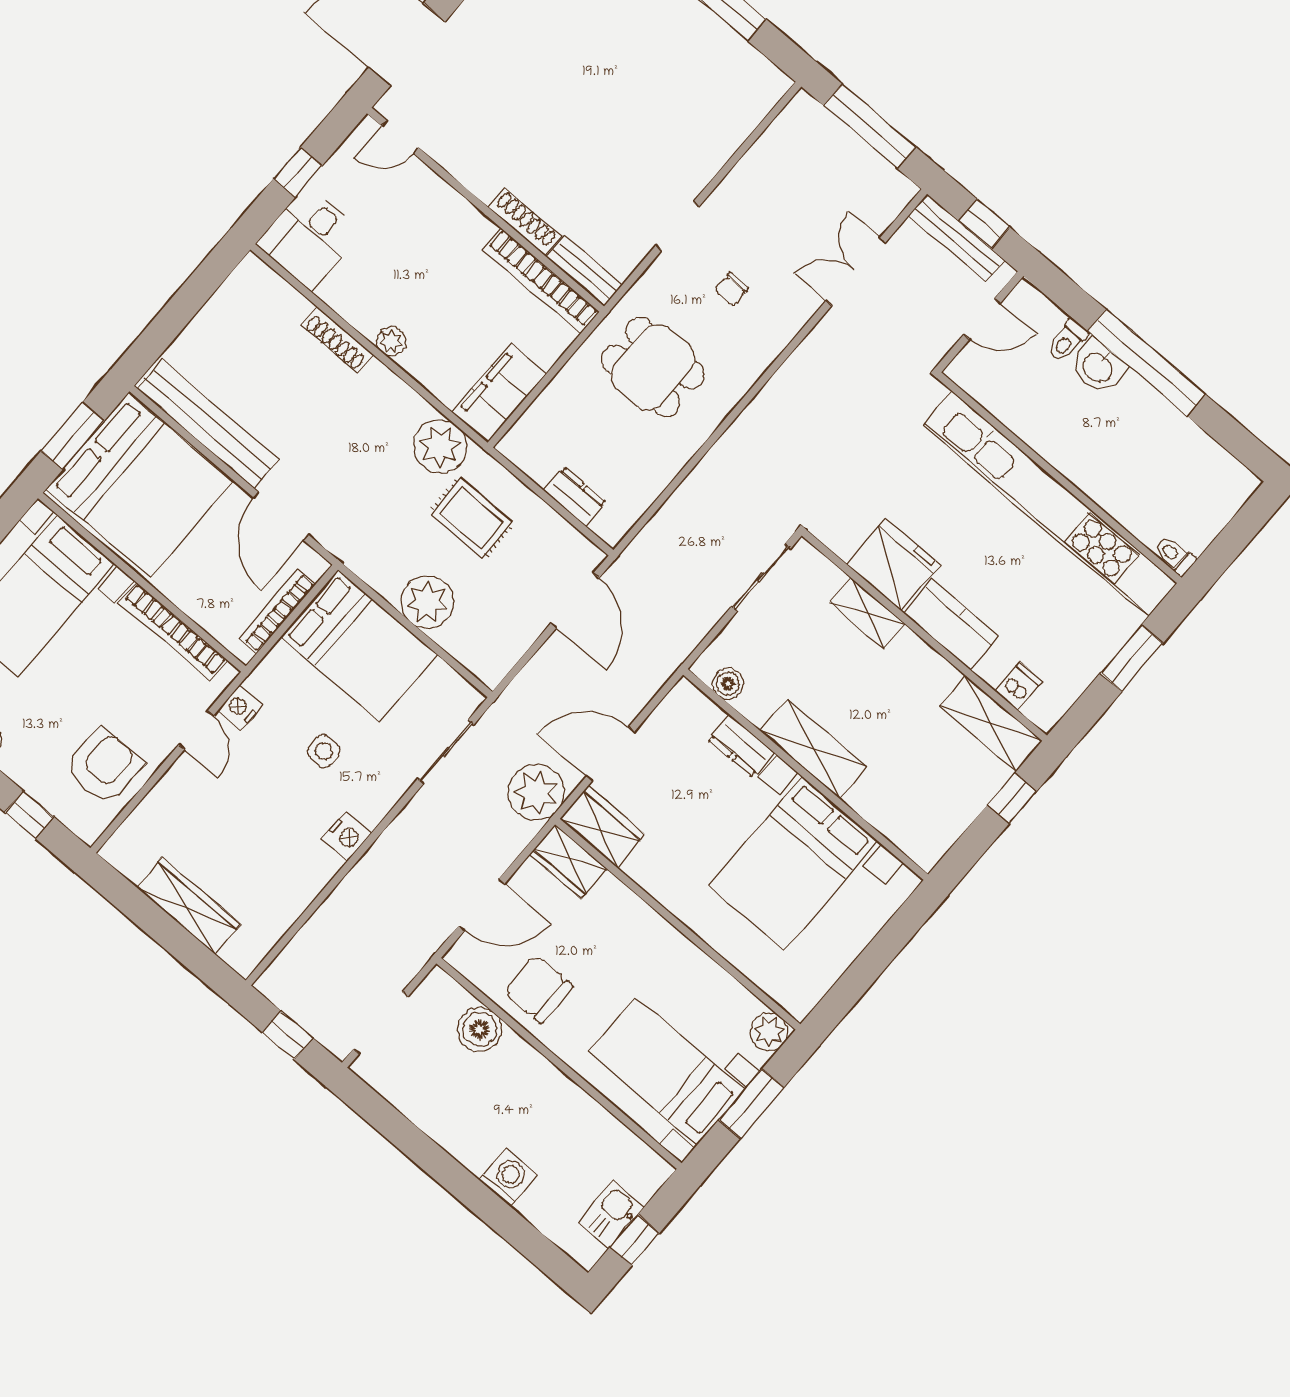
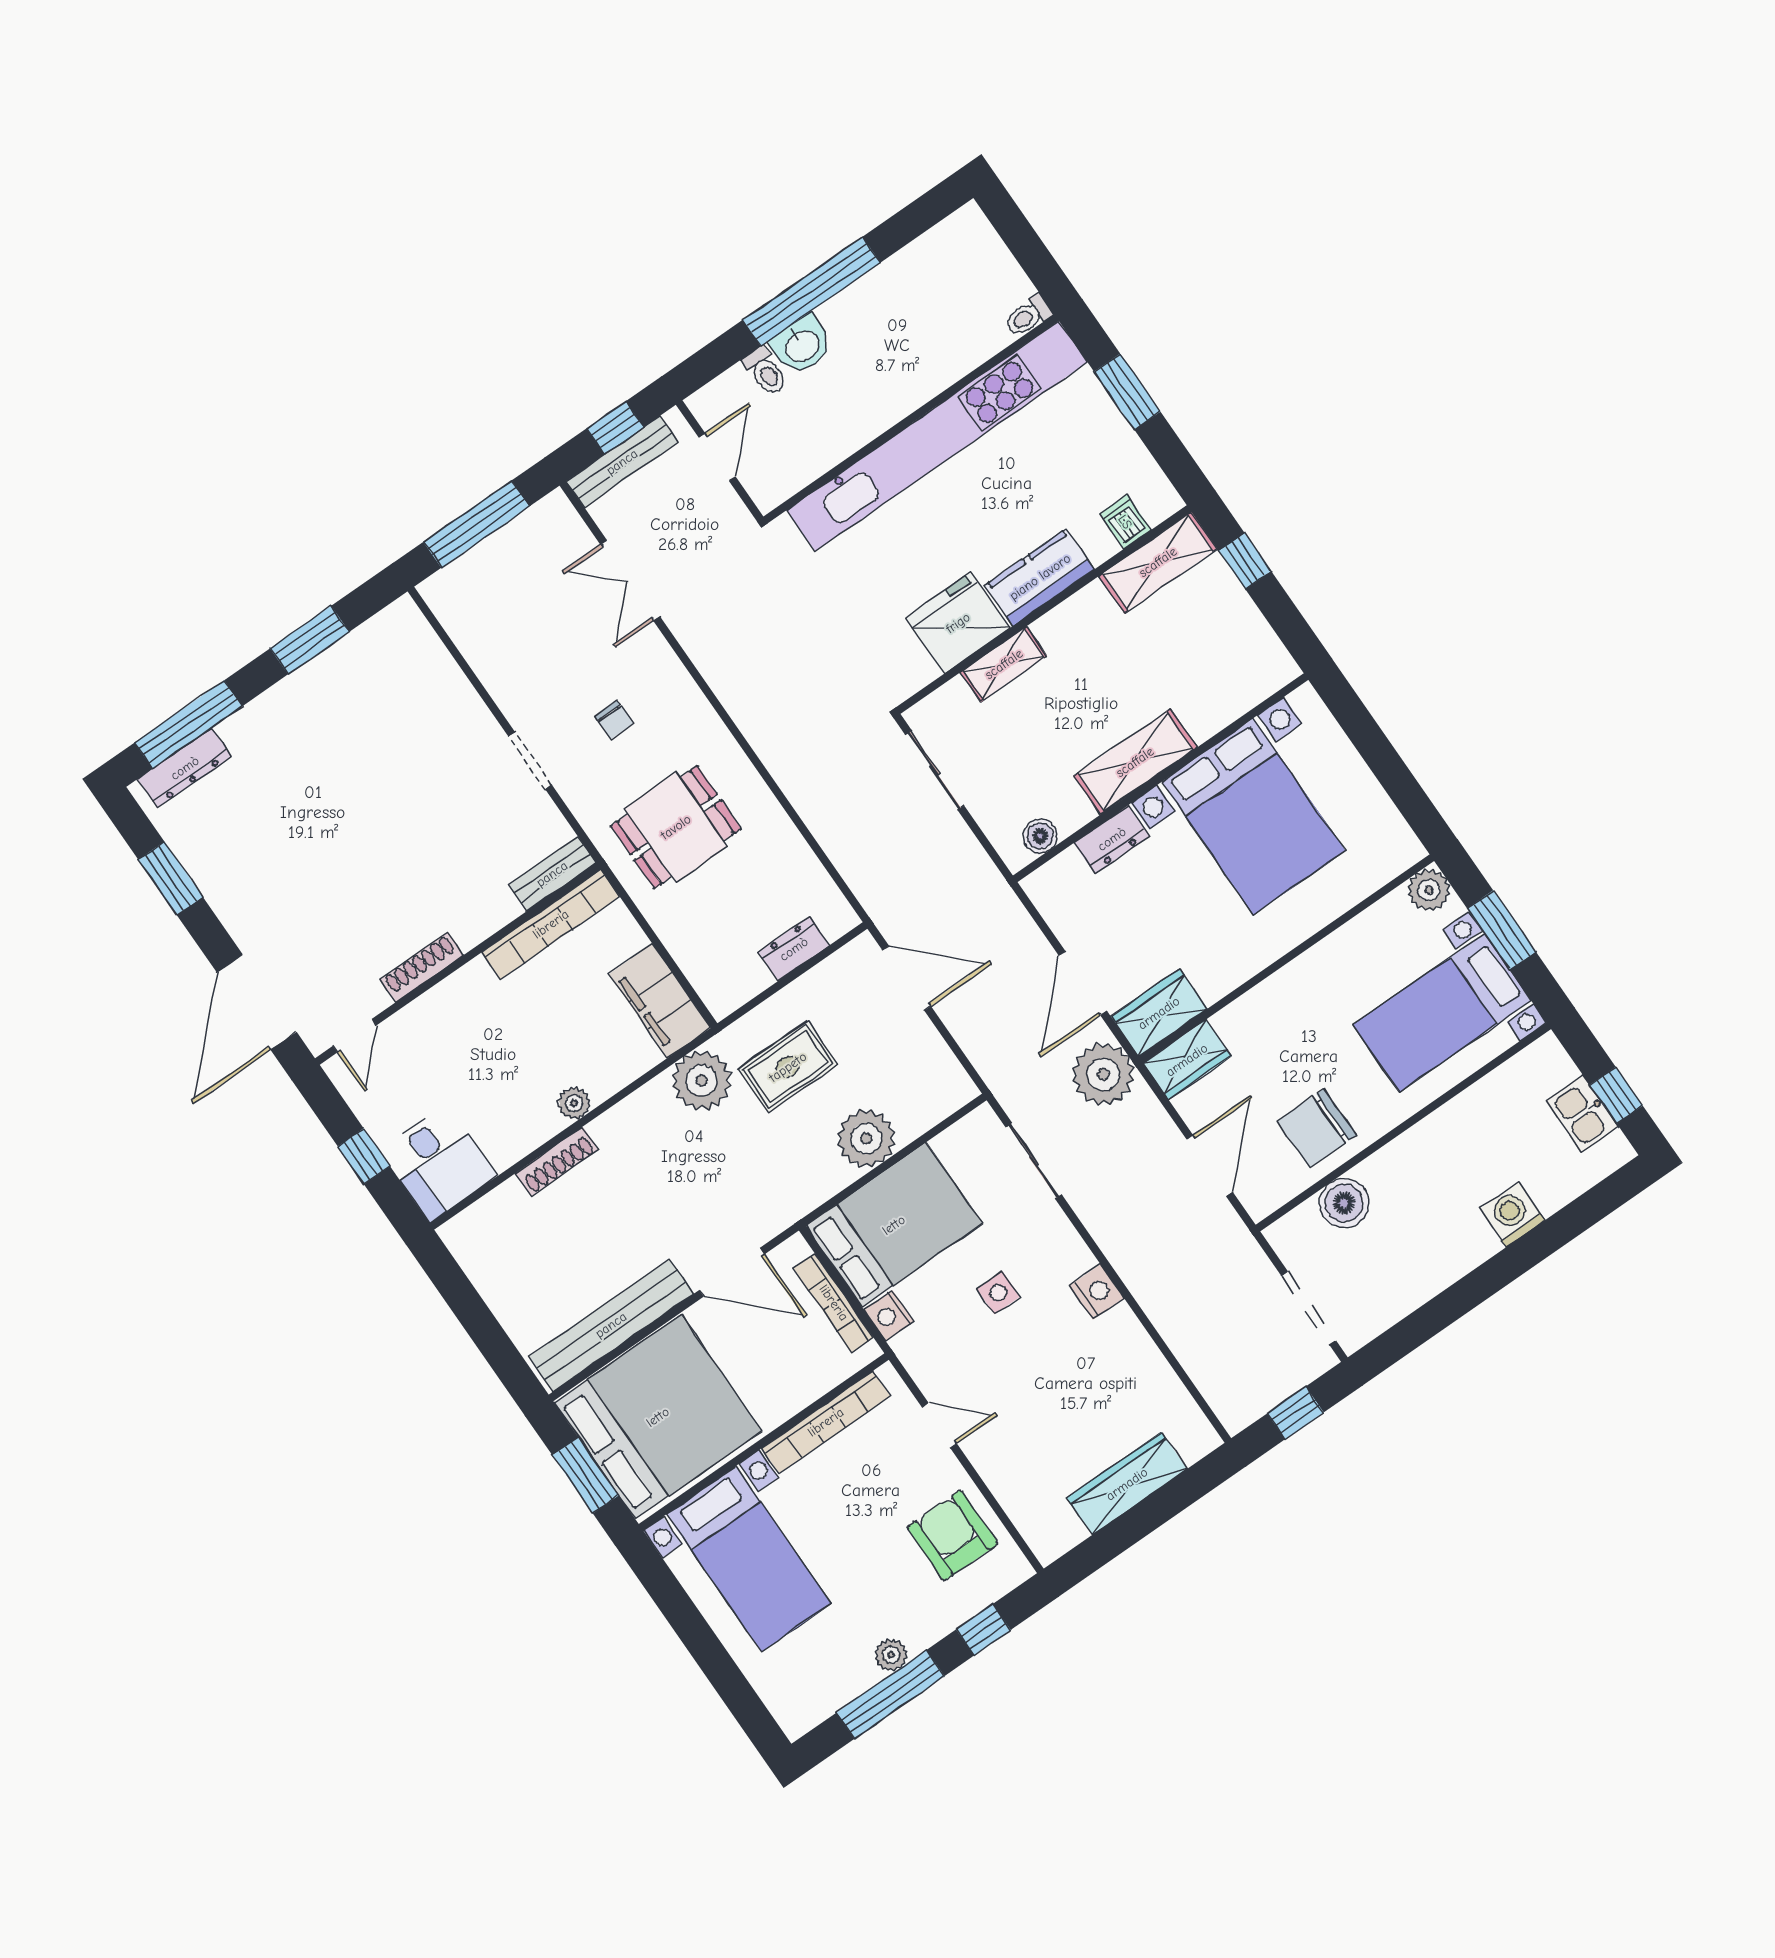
shoe rack: (524, 222) -> (422, 967), moved
nightstand: (240, 708) -> (889, 1315), moved

